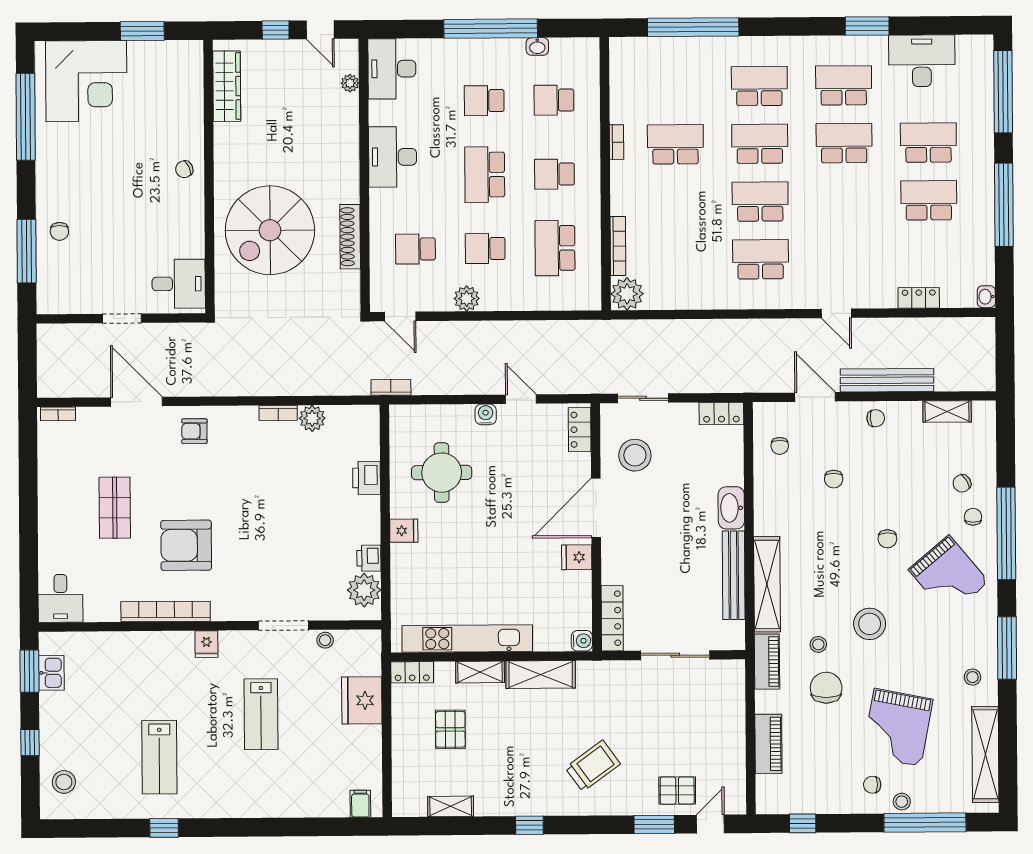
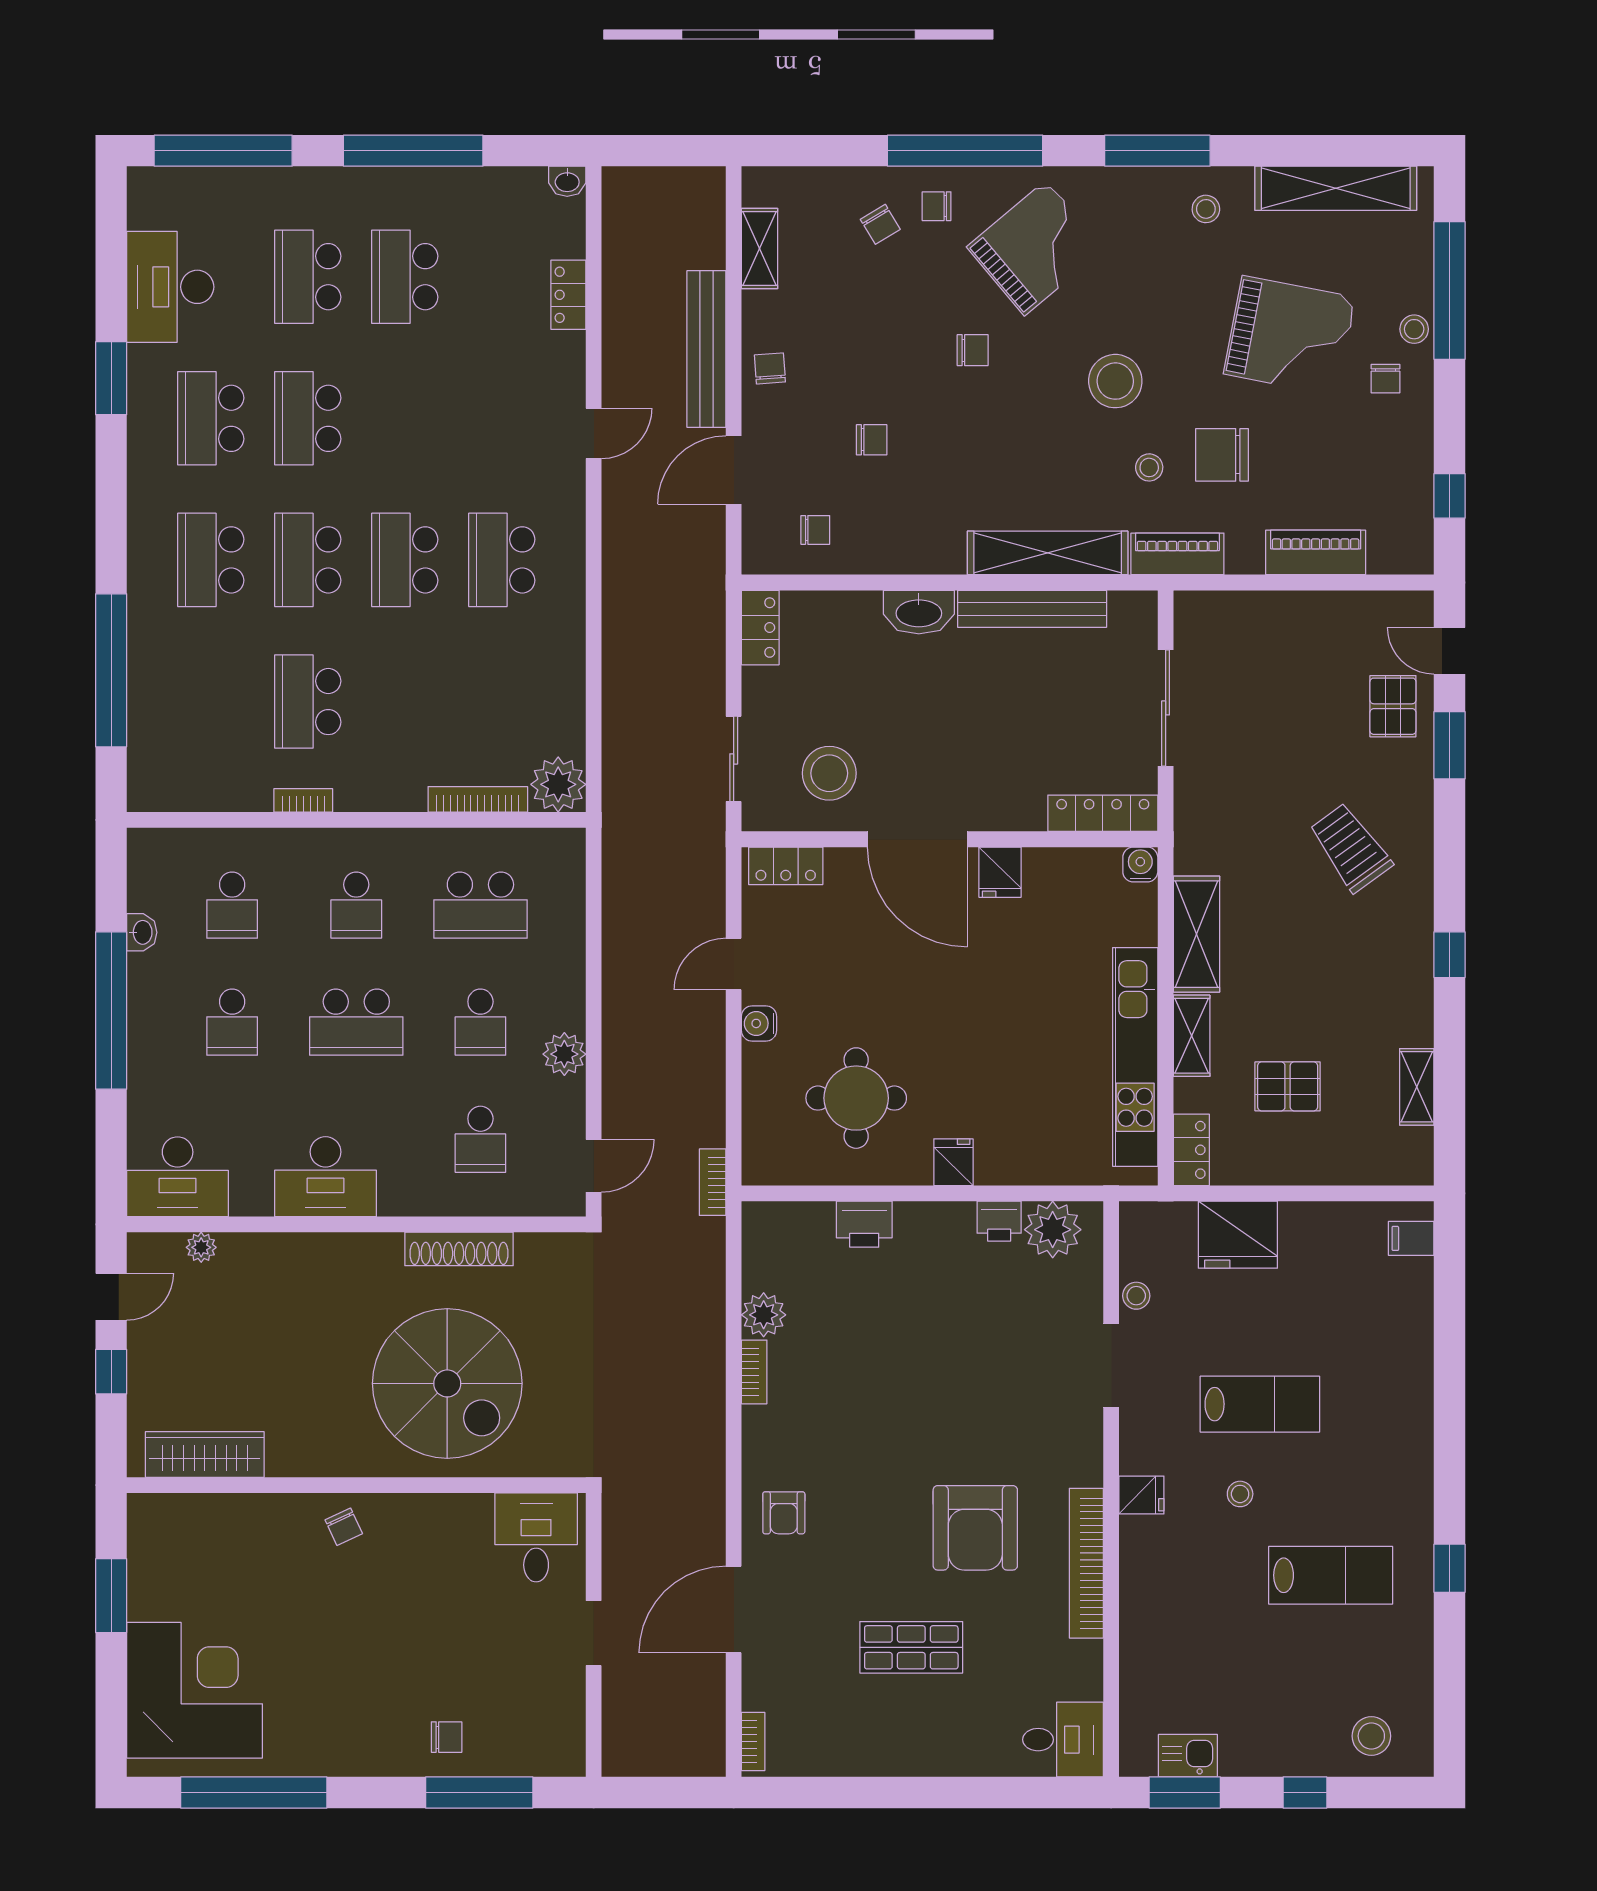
stool: (207, 703) -> (1240, 1494), added

